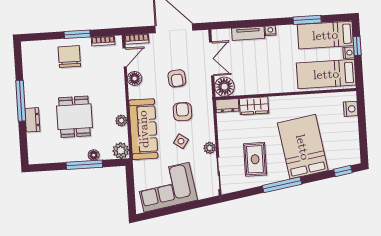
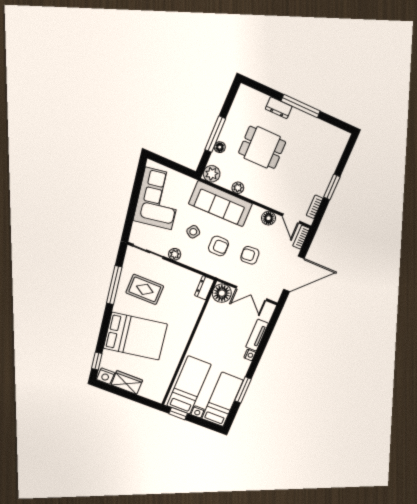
window: (357, 46) -> (178, 414), moved
chair: (69, 57) -> (316, 170), removed
wardrobe: (254, 106) -> (127, 383), moved, turned 90
nightstand: (351, 109) -> (106, 376), moved
window: (282, 185) -> (114, 285), moved

